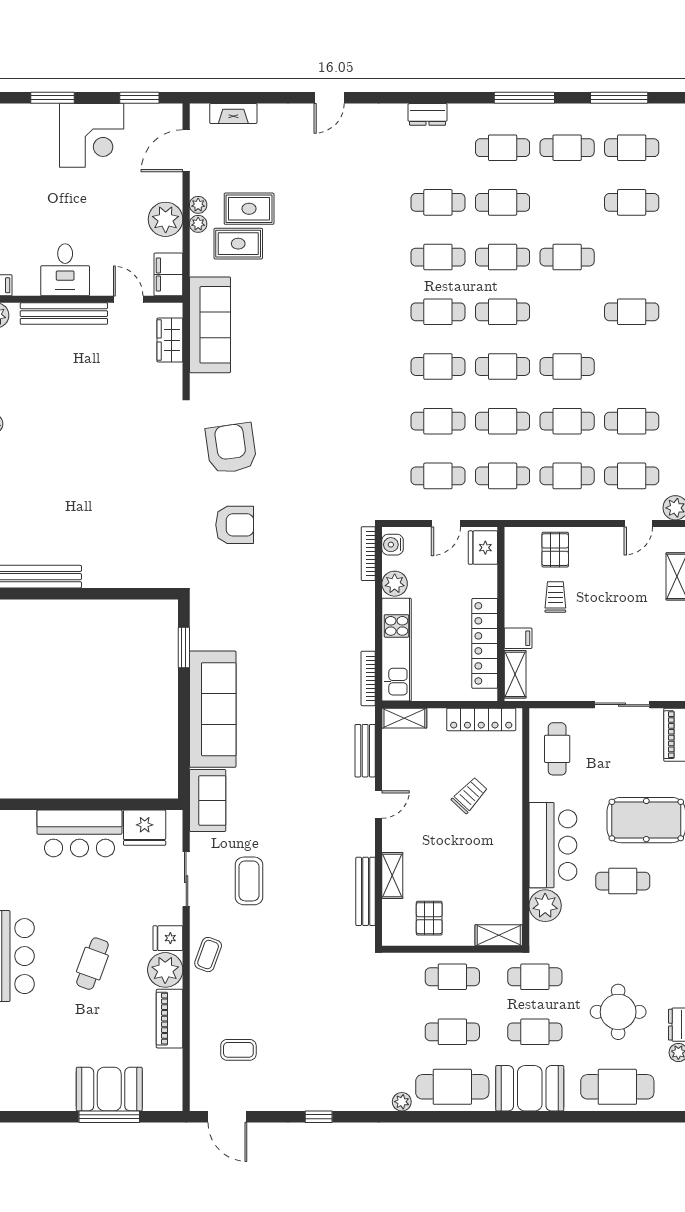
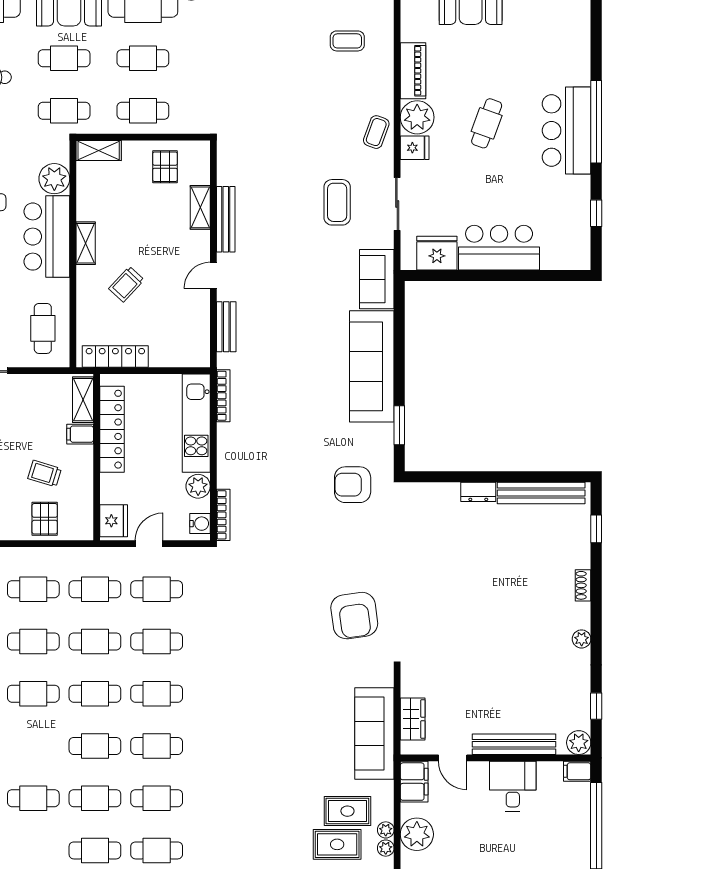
armchair: (235, 525) -> (353, 485), moved
dresser: (101, 578) -> (478, 492), added
trolley: (555, 597) -> (45, 474), turned 107
shelving: (404, 718) -> (86, 243), moved, turned 90
bench: (366, 891) -> (226, 219), moved

